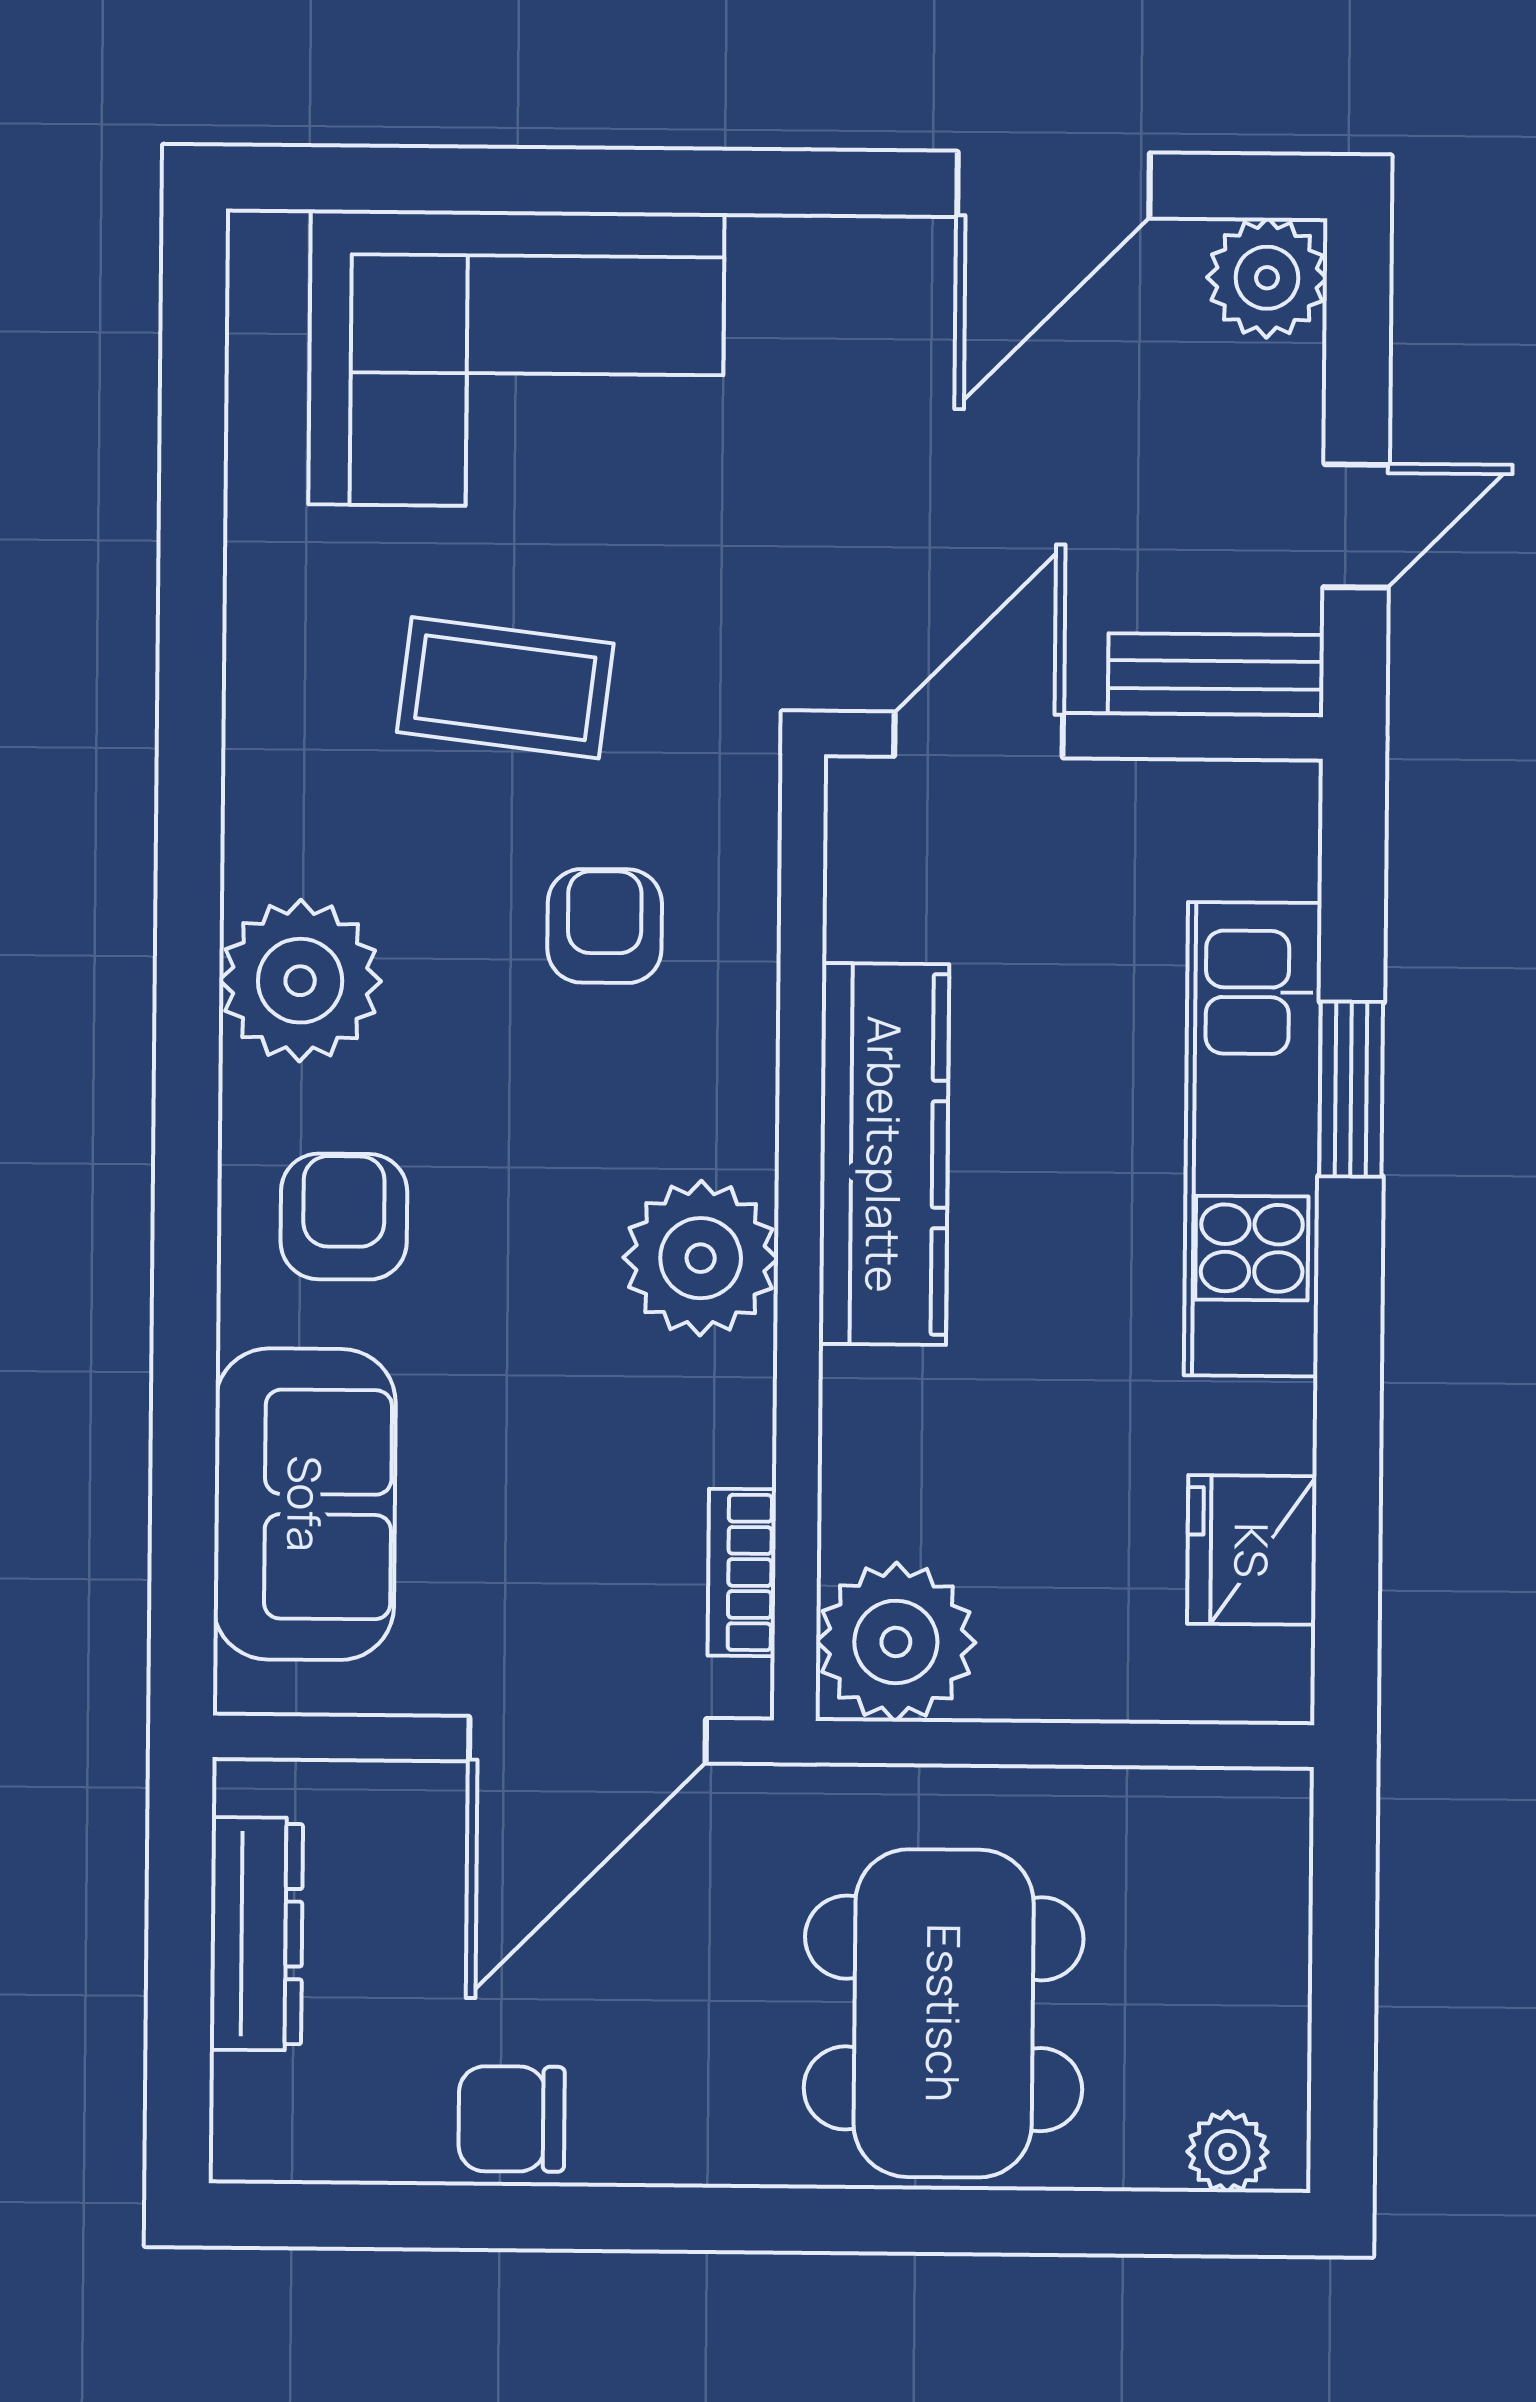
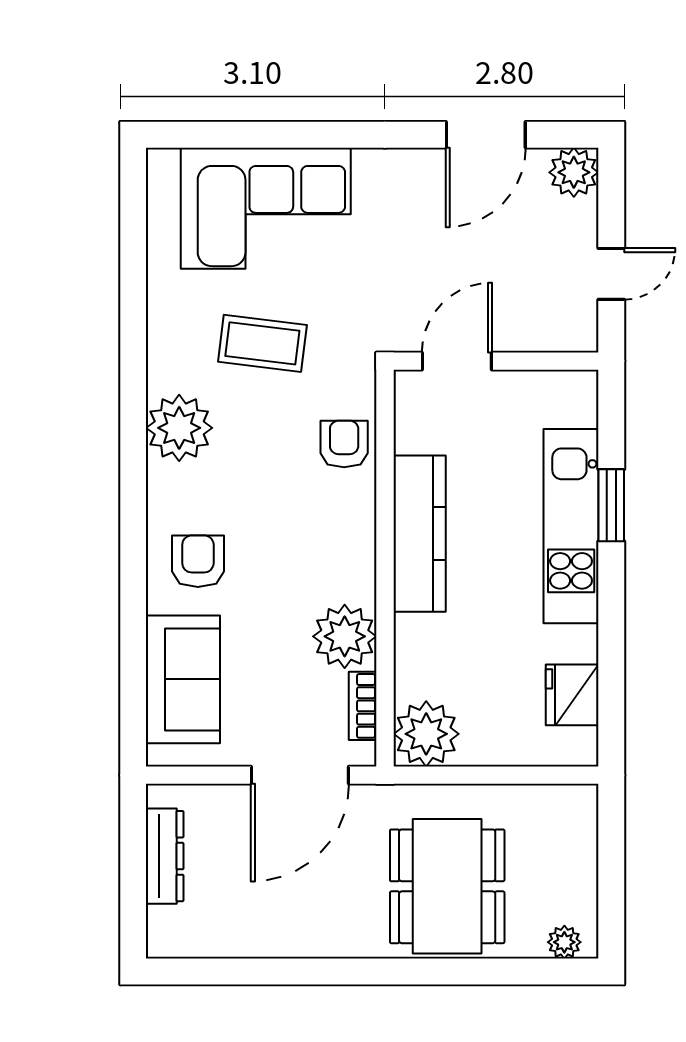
bench: (1216, 675) -> (554, 336), removed
armchair: (605, 926) -> (344, 444), moved
plant: (300, 981) -> (179, 428), moved
plant: (701, 1258) -> (345, 636), moved
chair: (512, 2119) -> (270, 931), removed

